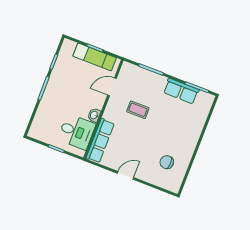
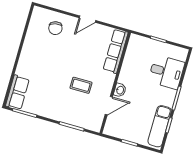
exam couch: (95, 57) -> (160, 126), moved, turned -90
row of seats: (181, 91) -> (17, 92), moved, turned 90
washbasin: (94, 115) -> (120, 90), moved
desk: (77, 132) -> (166, 72), moved, turned 180
chair: (167, 162) -> (55, 28), moved, turned 78

